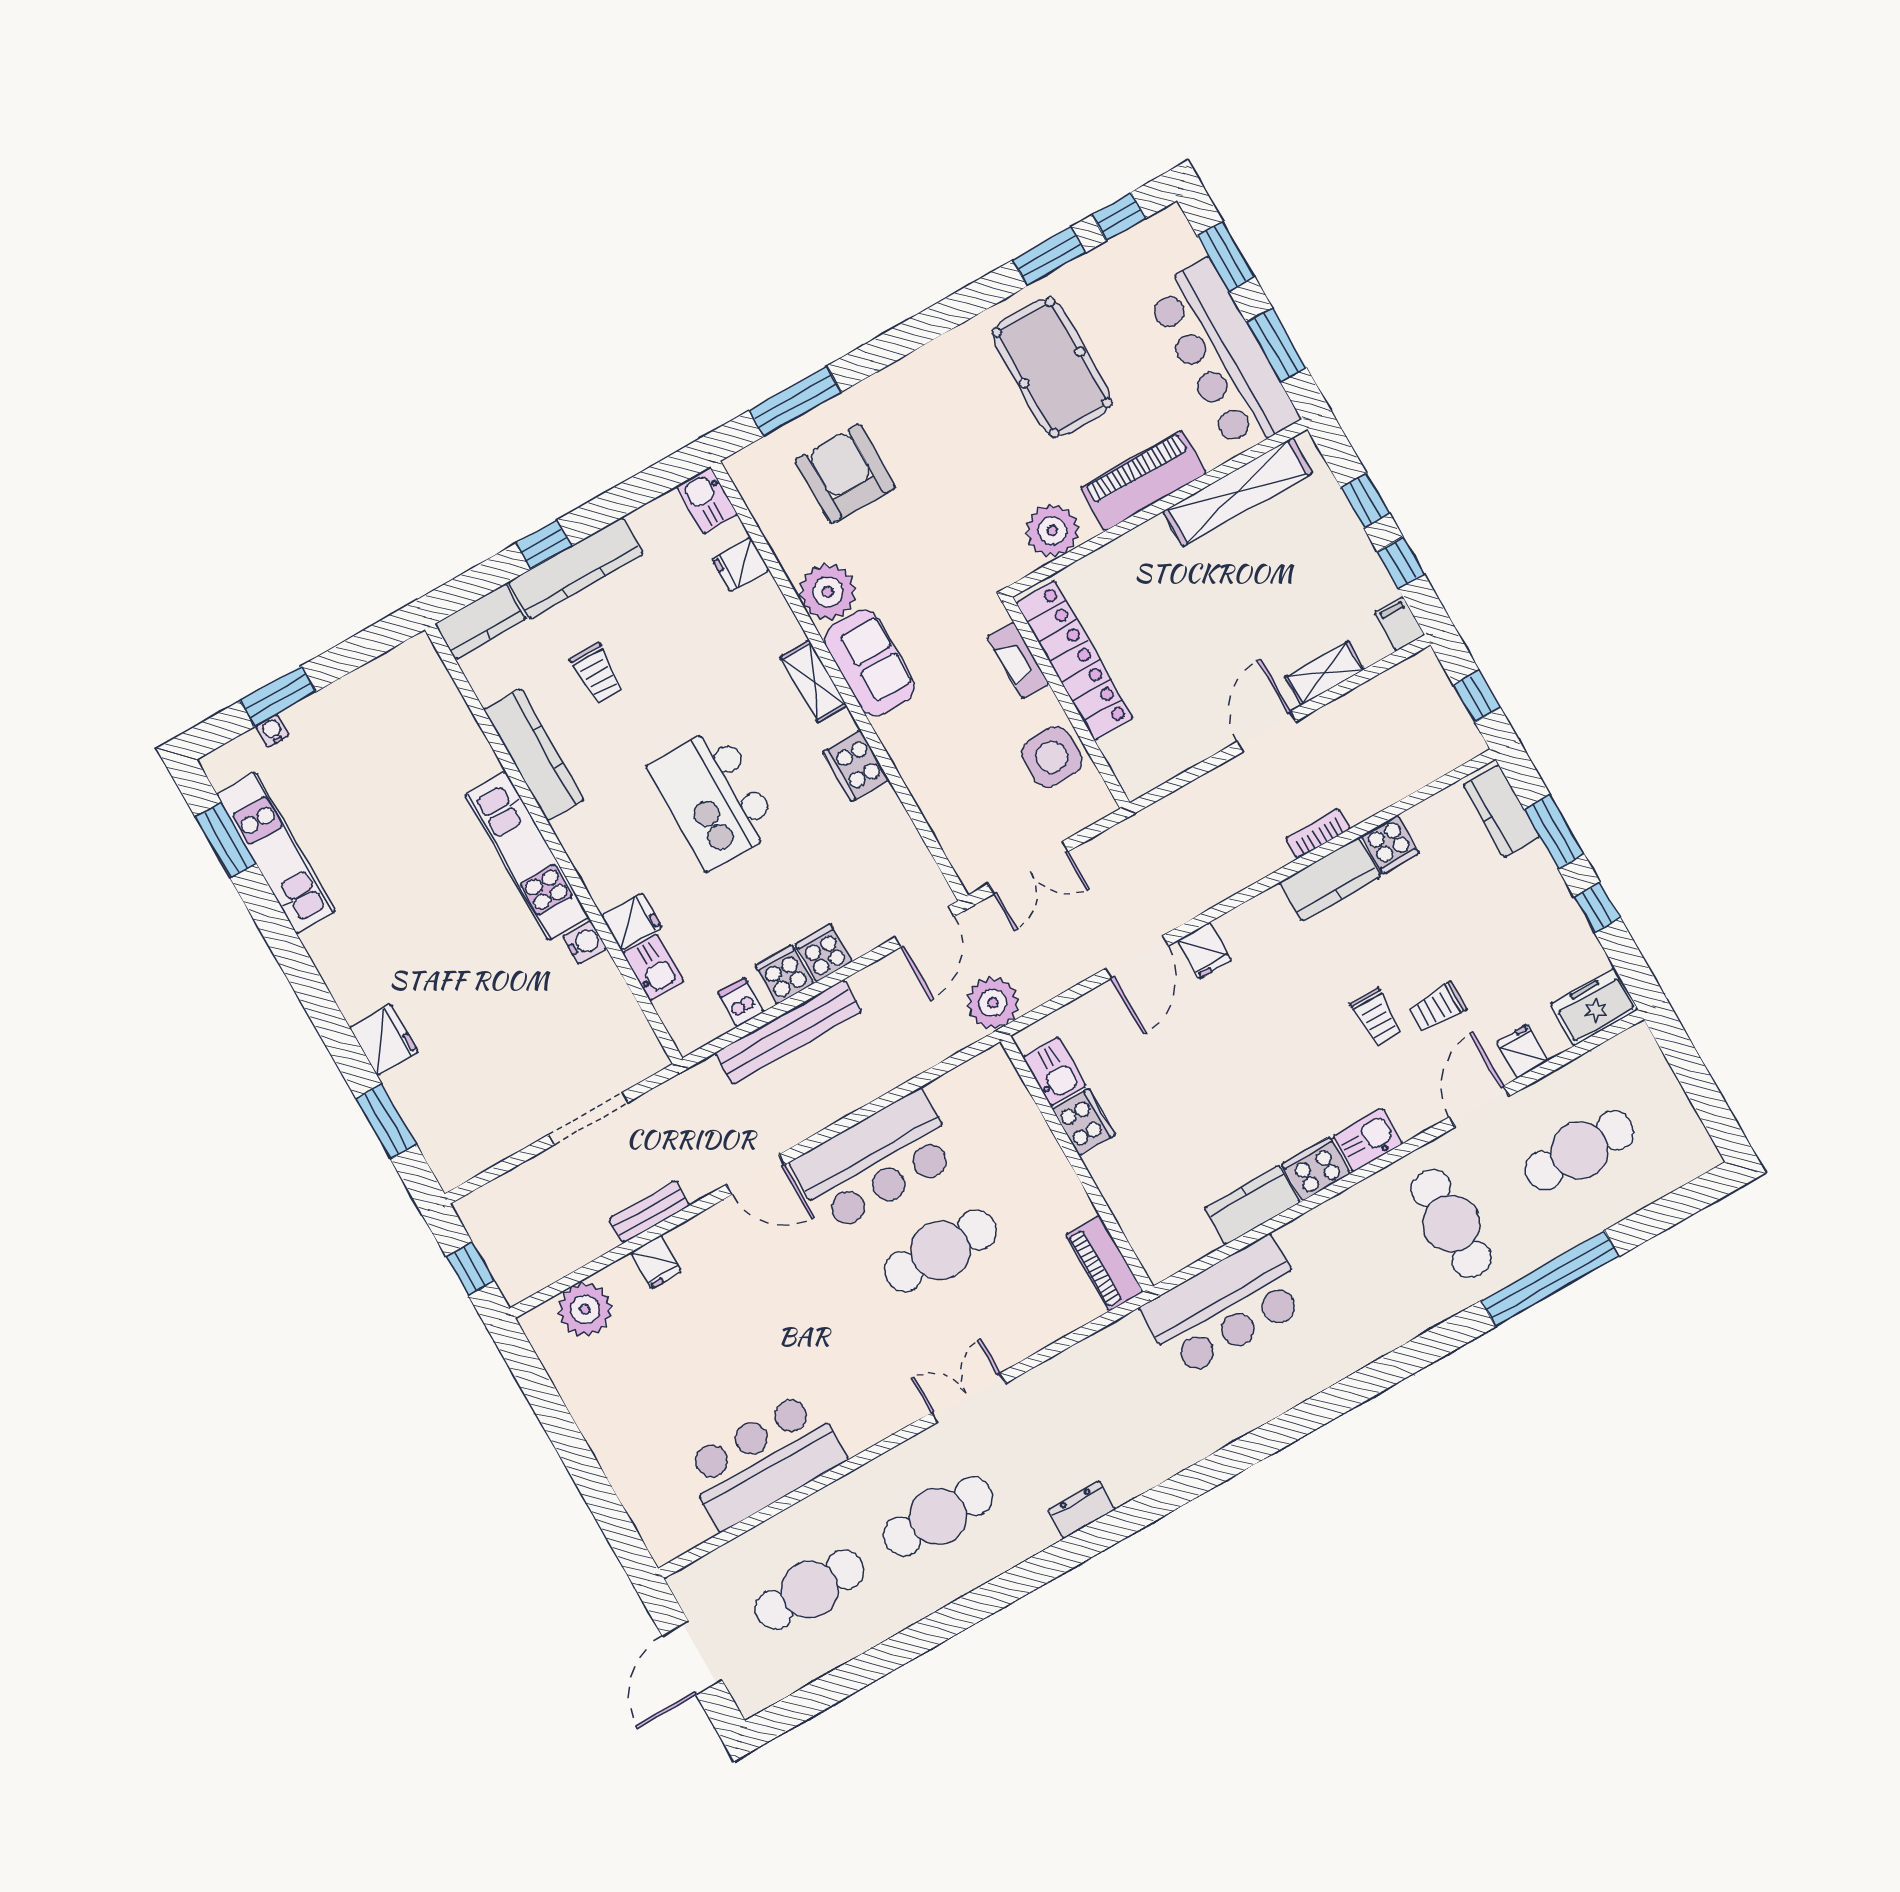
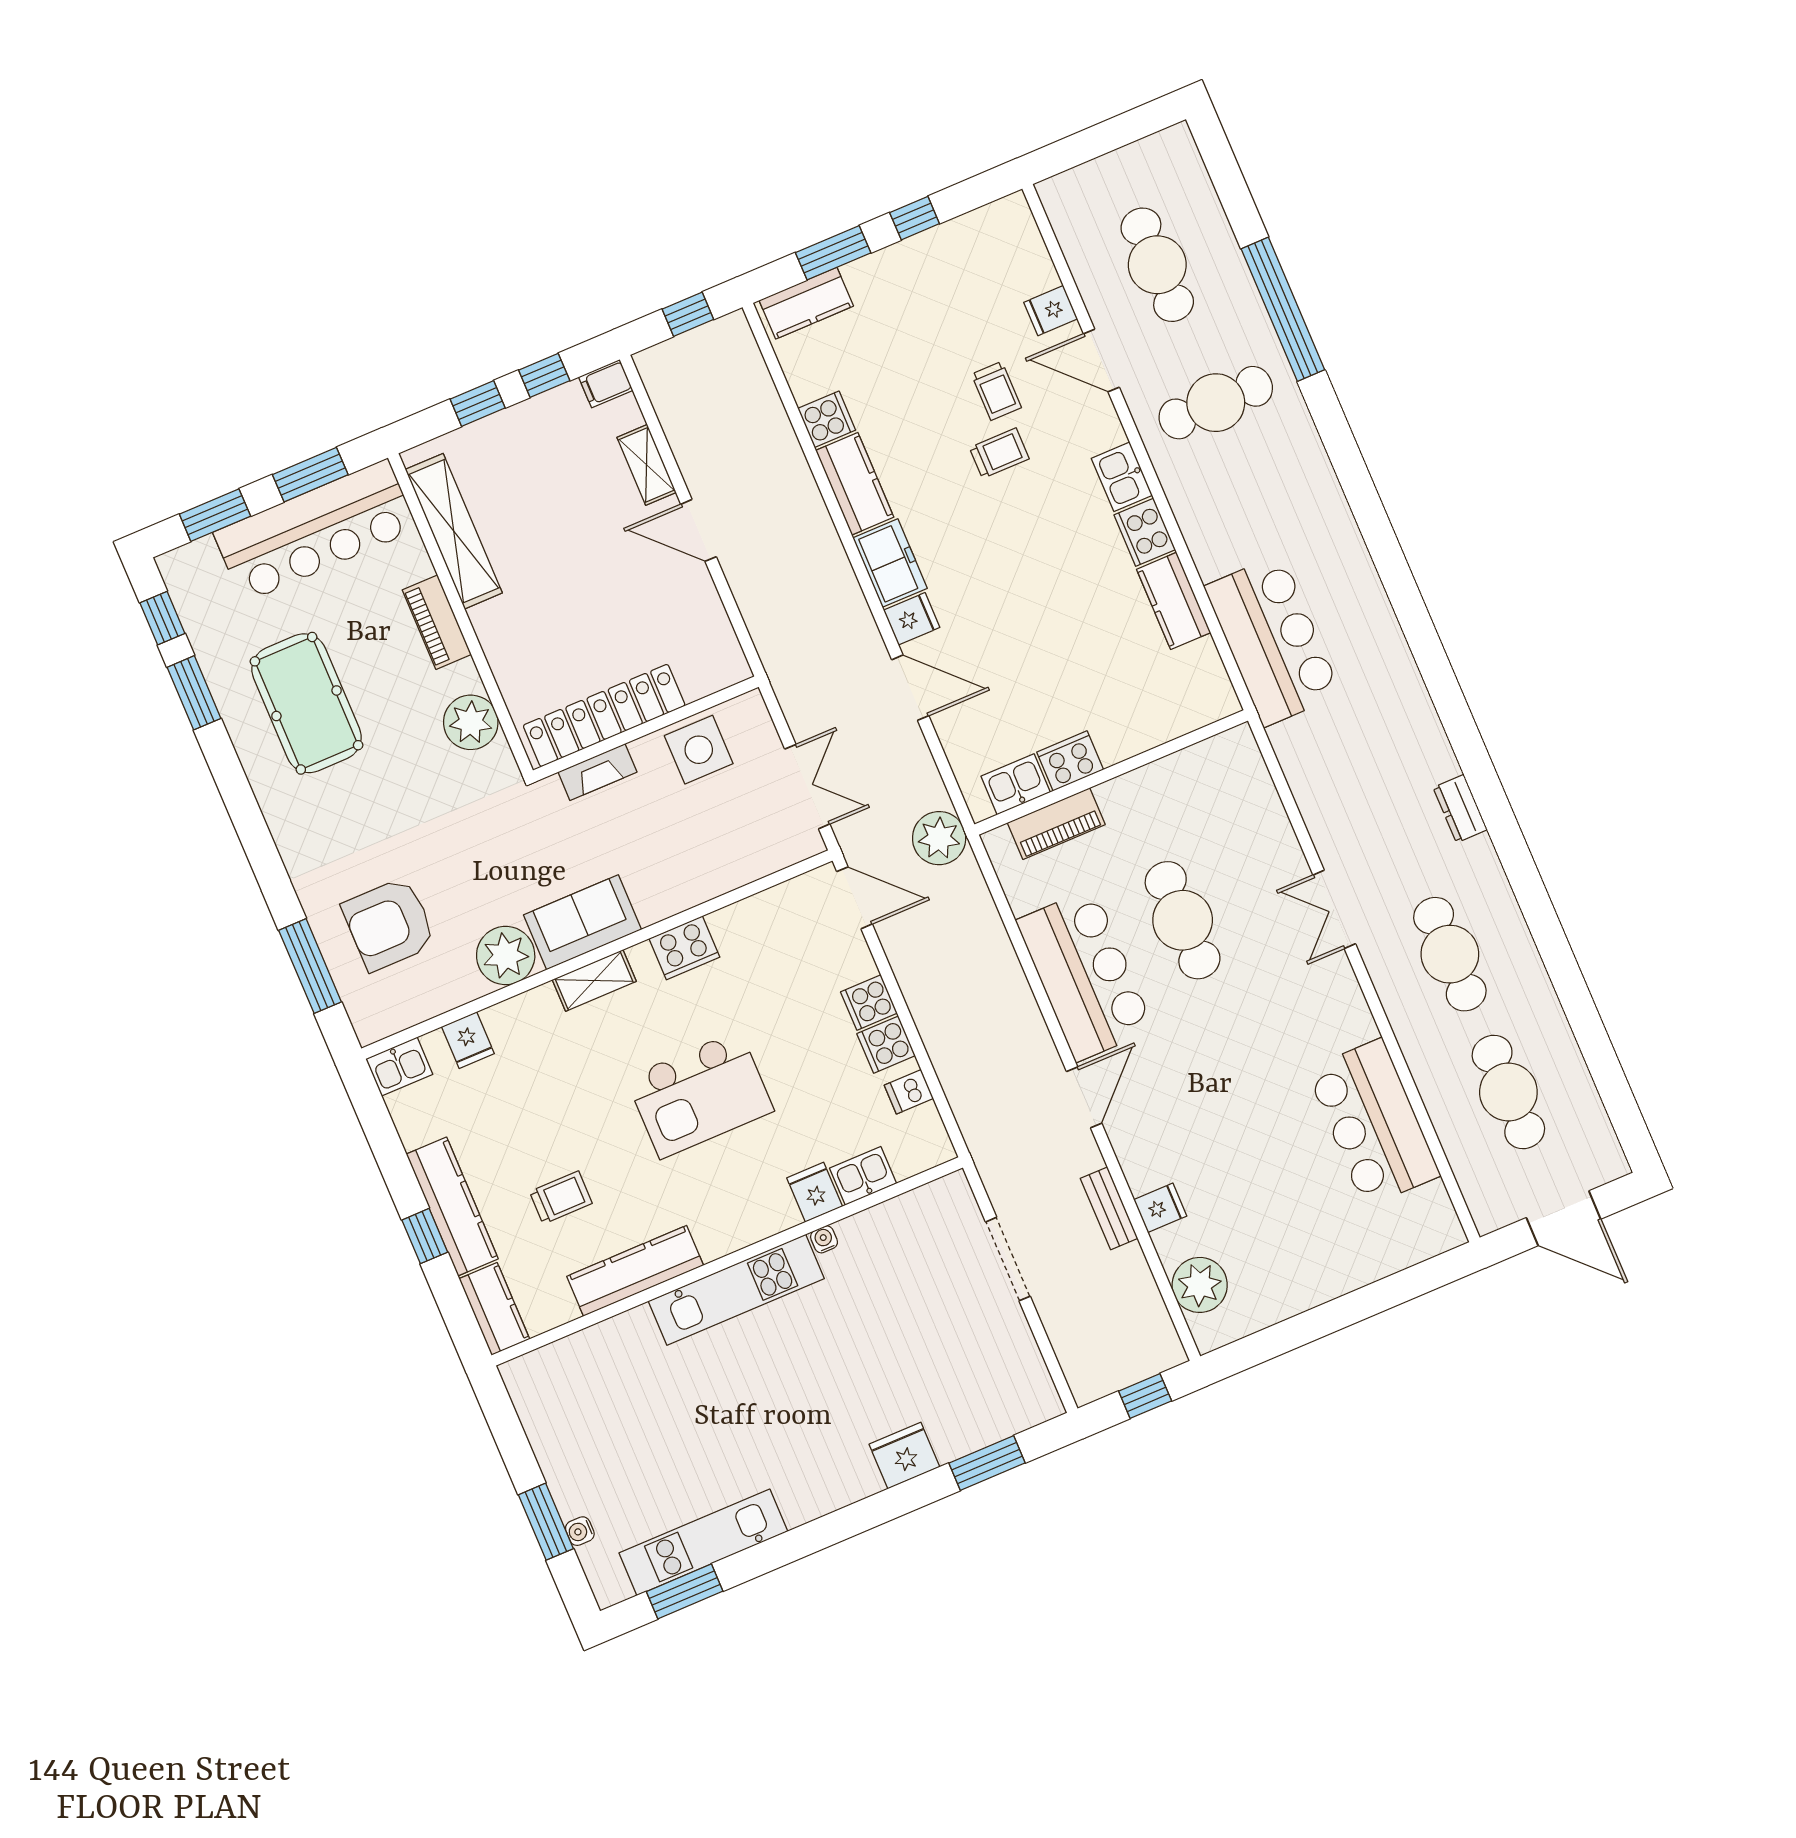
pool table: (1052, 368) -> (306, 703), turned 90
piano: (1143, 480) -> (437, 622), width x0.73, depth x0.75
bookcase: (1318, 834) -> (807, 491), removed
water cooler: (585, 942) -> (824, 1239), width x0.72, depth x0.72
freezer: (1594, 1007) -> (890, 563), moved, turned 180
bench: (788, 1032) -> (944, 1047), removed
piano: (1105, 1263) -> (1056, 824), moved

